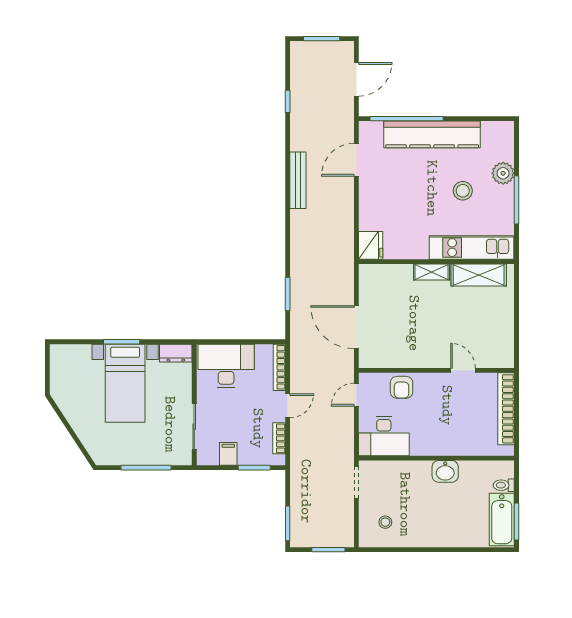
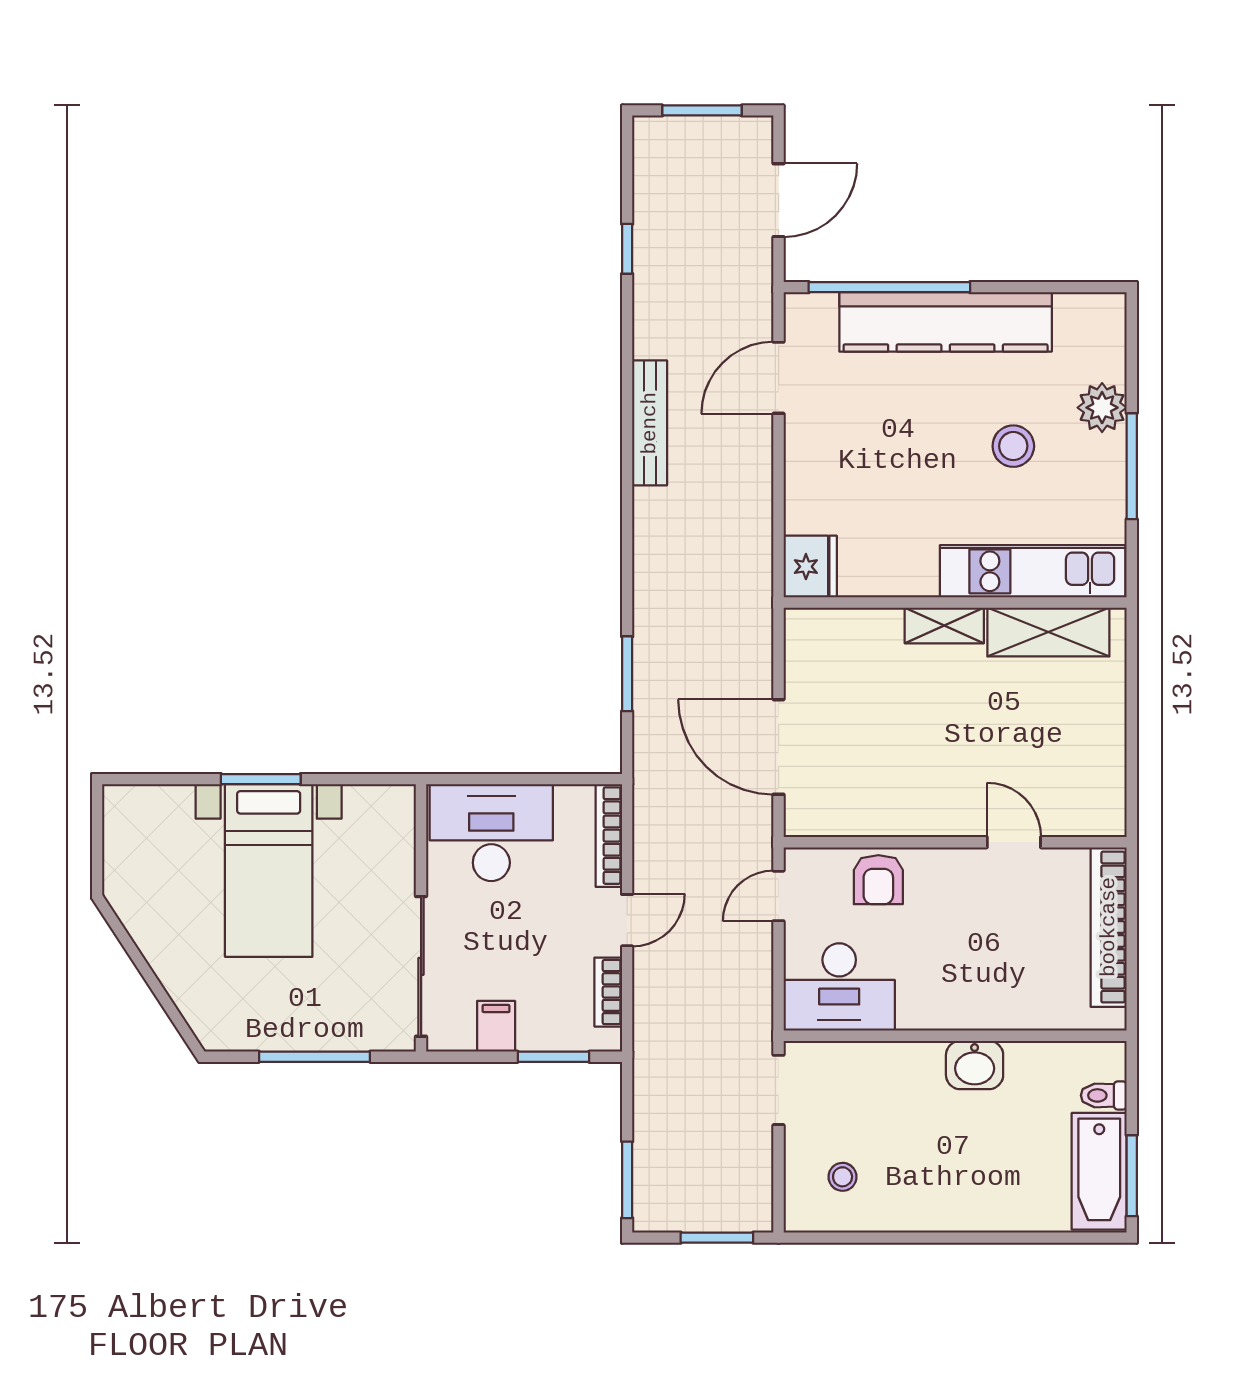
dresser: (176, 353) -> (380, 804), removed
sliding door: (194, 427) -> (421, 966), width x1.37

